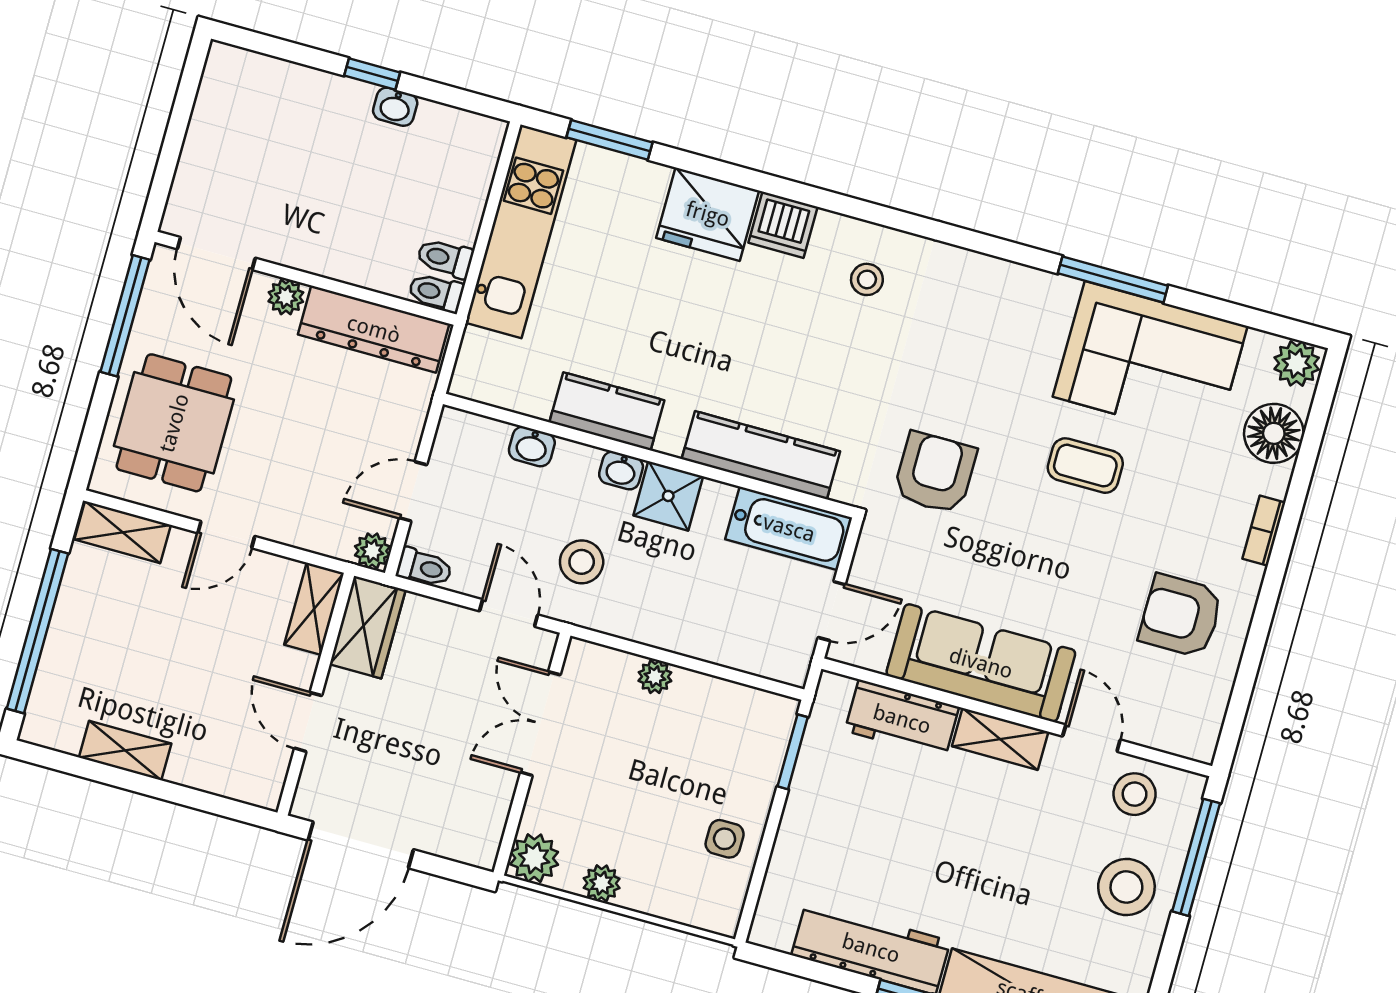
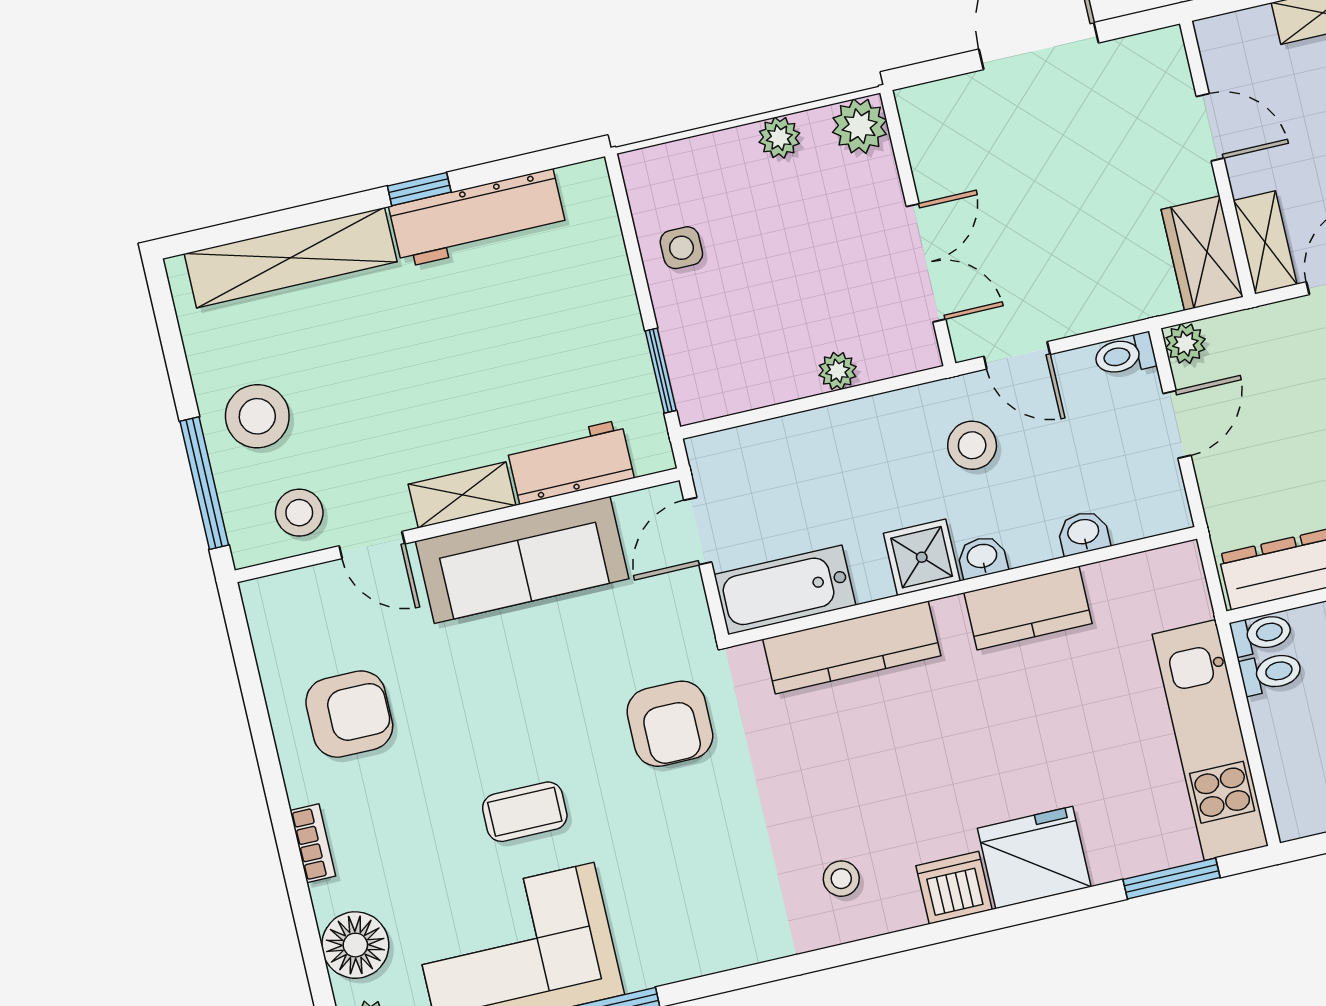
shelving: (314, 609) -> (1265, 243), moved
wardrobe: (368, 627) -> (1202, 253), moved
wall: (316, 694) -> (1217, 159), moved
door: (308, 722) -> (1210, 127), moved

